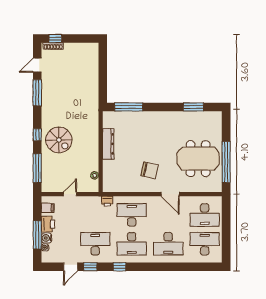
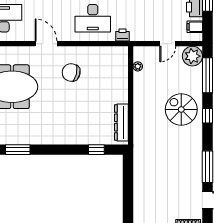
window: (129, 107) -> (96, 150), width x0.46
dresser: (108, 144) -> (121, 122), moved
plant: (50, 184) -> (192, 56), added

